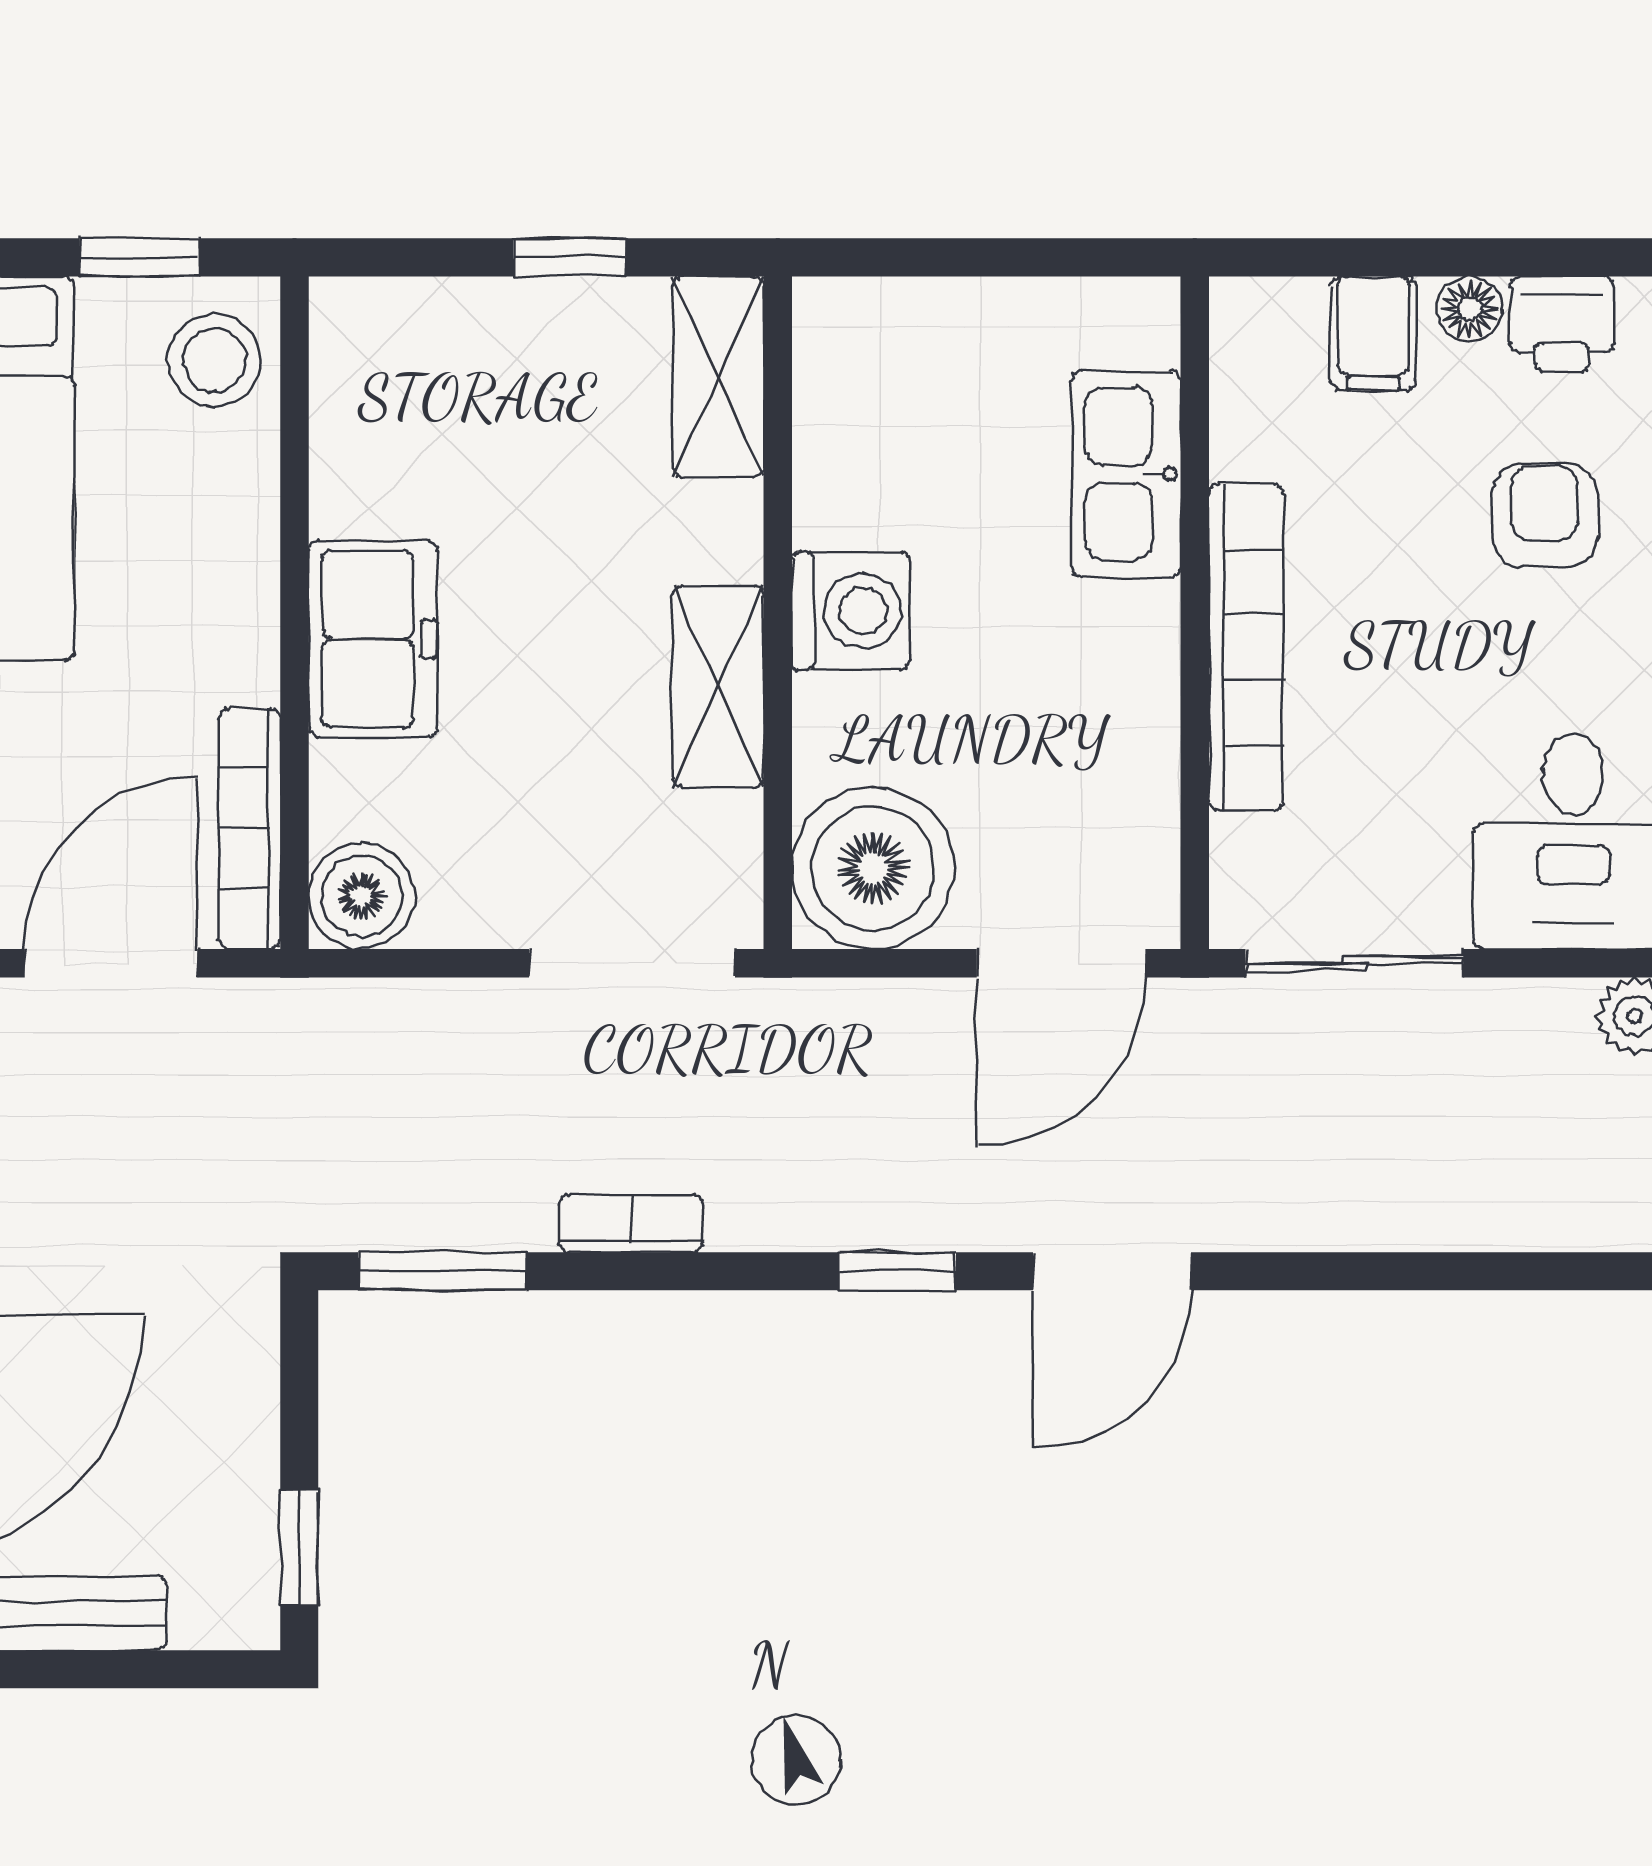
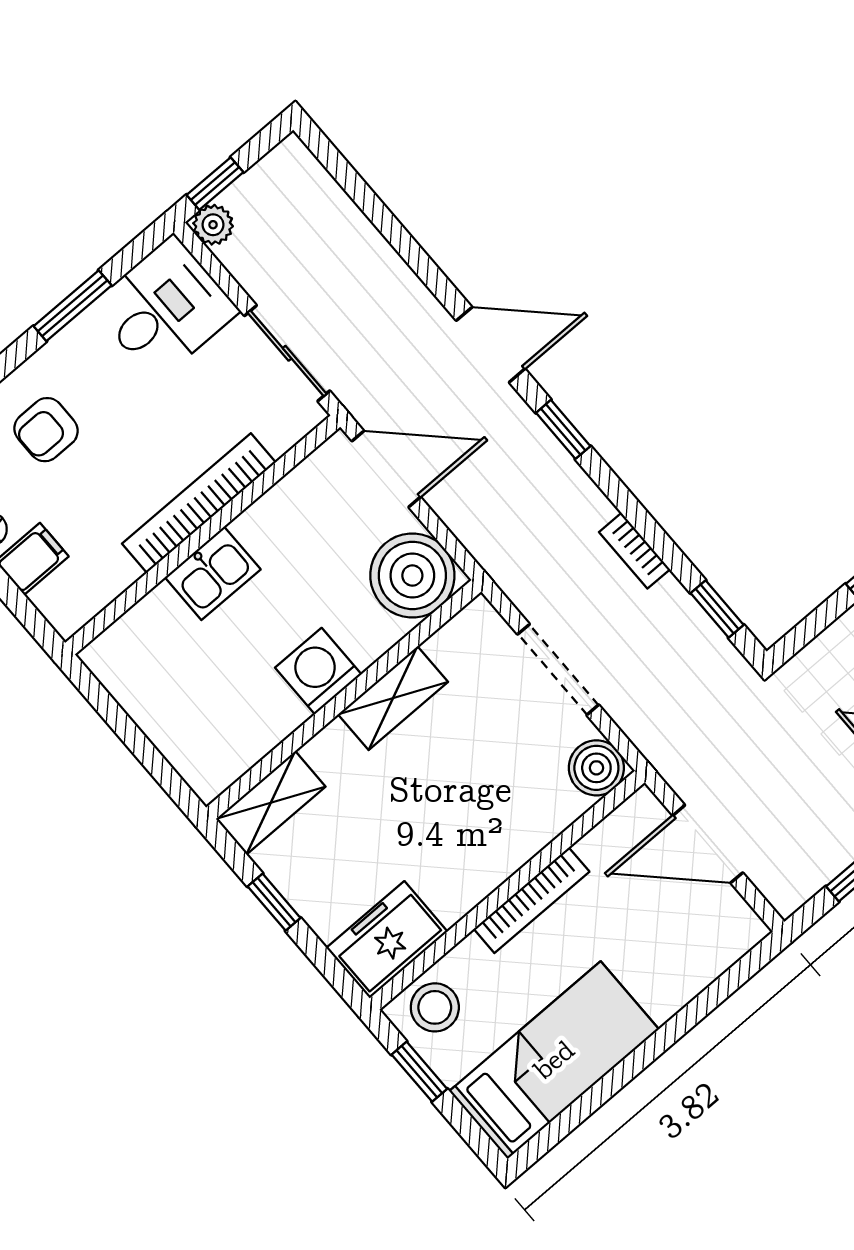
kitchen sink: (1126, 474) -> (213, 573), moved, width x0.73
freezer: (373, 639) -> (387, 940), moved
bookcase: (249, 829) -> (532, 900), moved
doorway: (632, 963) -> (558, 670), moved
window: (443, 1271) -> (717, 609), width x0.67

